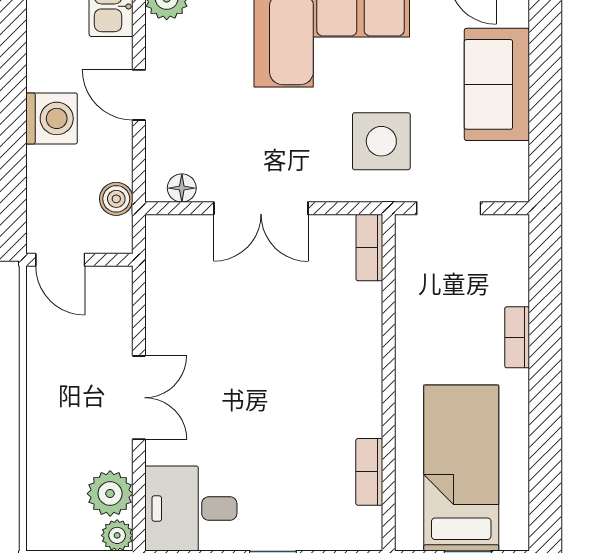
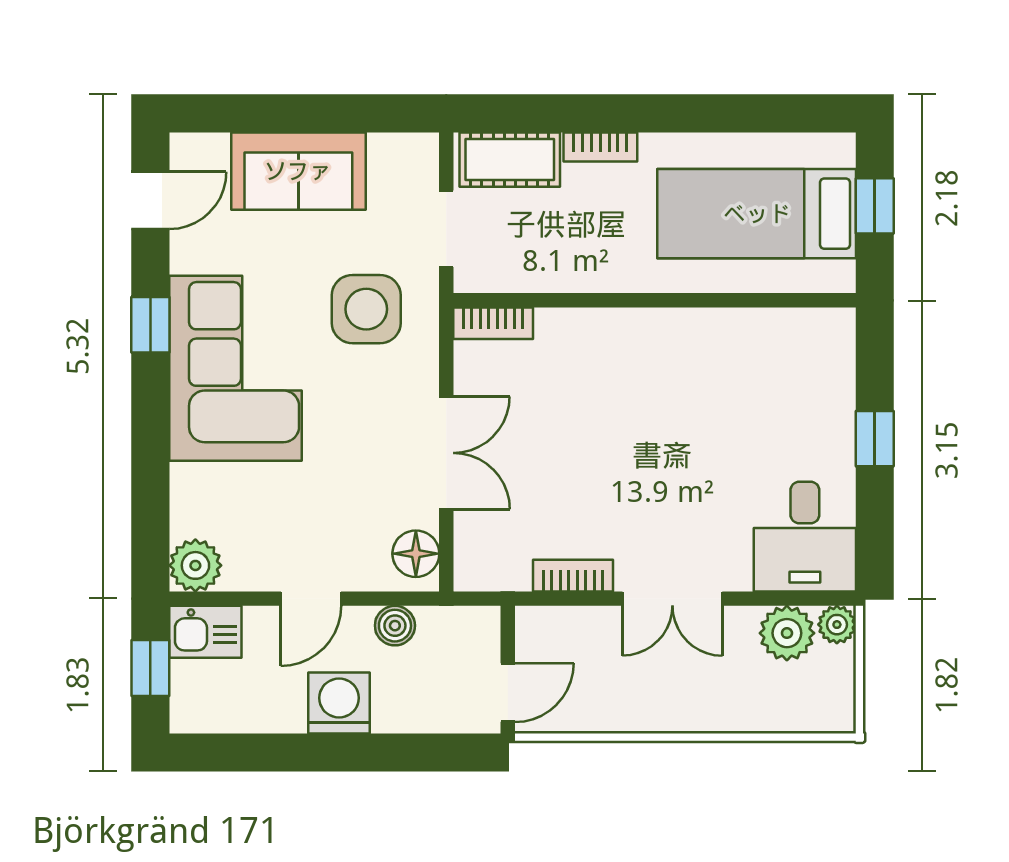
floor lamp: (182, 188) -> (416, 554), width x1.37, depth x1.37
boiler: (116, 199) -> (395, 626), moved
cot: (507, 261) -> (510, 160), added
double door: (139, 398) -> (672, 599), swing flipped
bookcase: (369, 472) -> (573, 576), moved, turned 180

